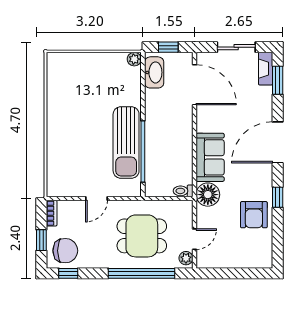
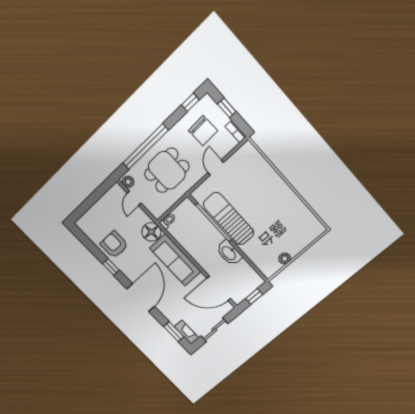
plant: (134, 59) -> (285, 259), moved
washbasin: (154, 72) -> (229, 253), moved
sofa: (210, 157) -> (175, 260), width x1.36
chair: (65, 251) -> (203, 131), moved, turned -92

